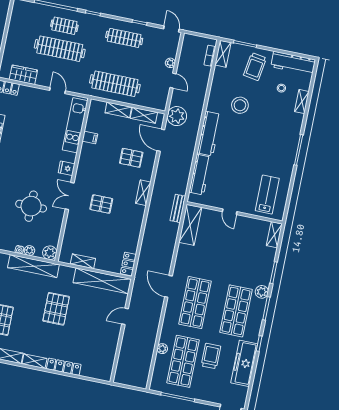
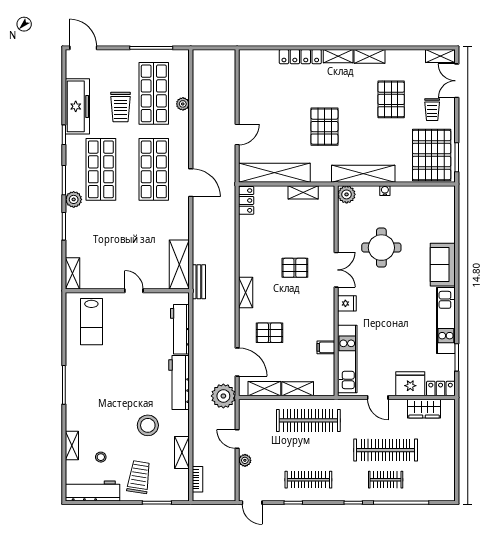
shelving: (223, 54) -> (182, 453), moved
fridge: (30, 96) -> (410, 384), added
plant: (29, 251) -> (372, 192), removed

